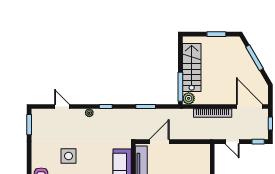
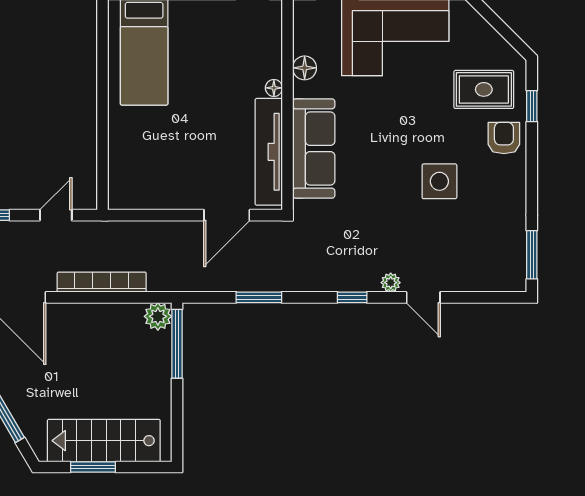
stairs: (192, 67) -> (104, 441), moved, turned 90
door: (62, 107) -> (423, 297), moved
door: (232, 142) -> (56, 215), hinge flipped

